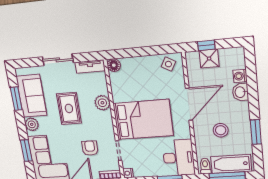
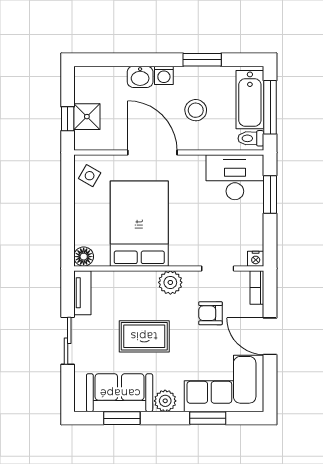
washing machine: (240, 76) -> (164, 75), moved
plant: (102, 103) -> (170, 282), moved
bed: (143, 120) -> (139, 224), moved

